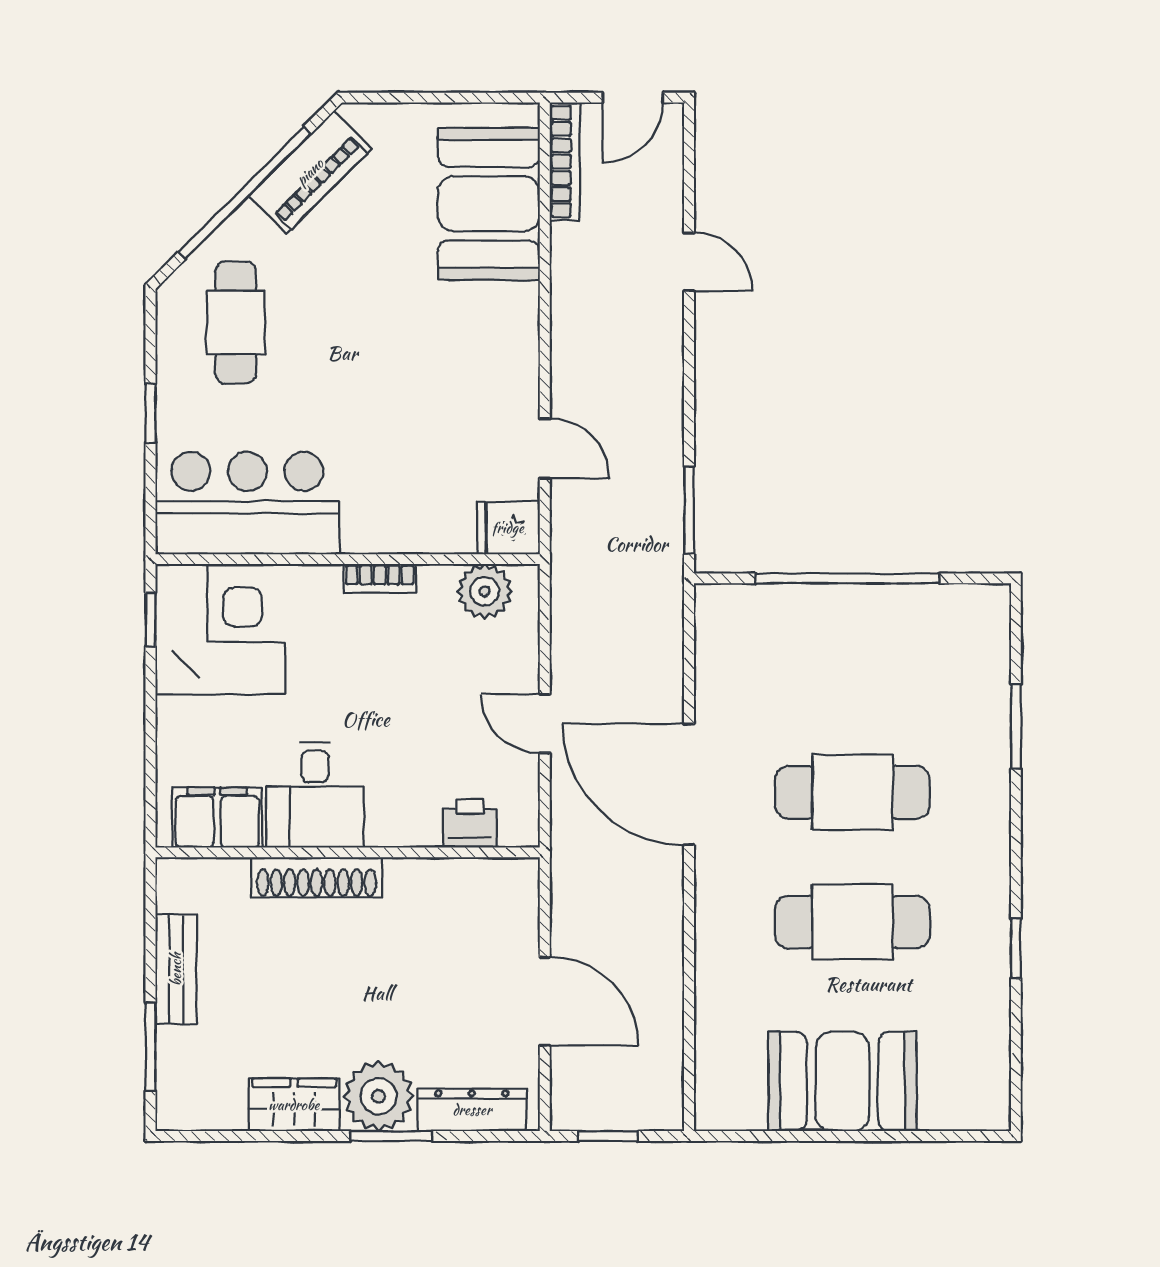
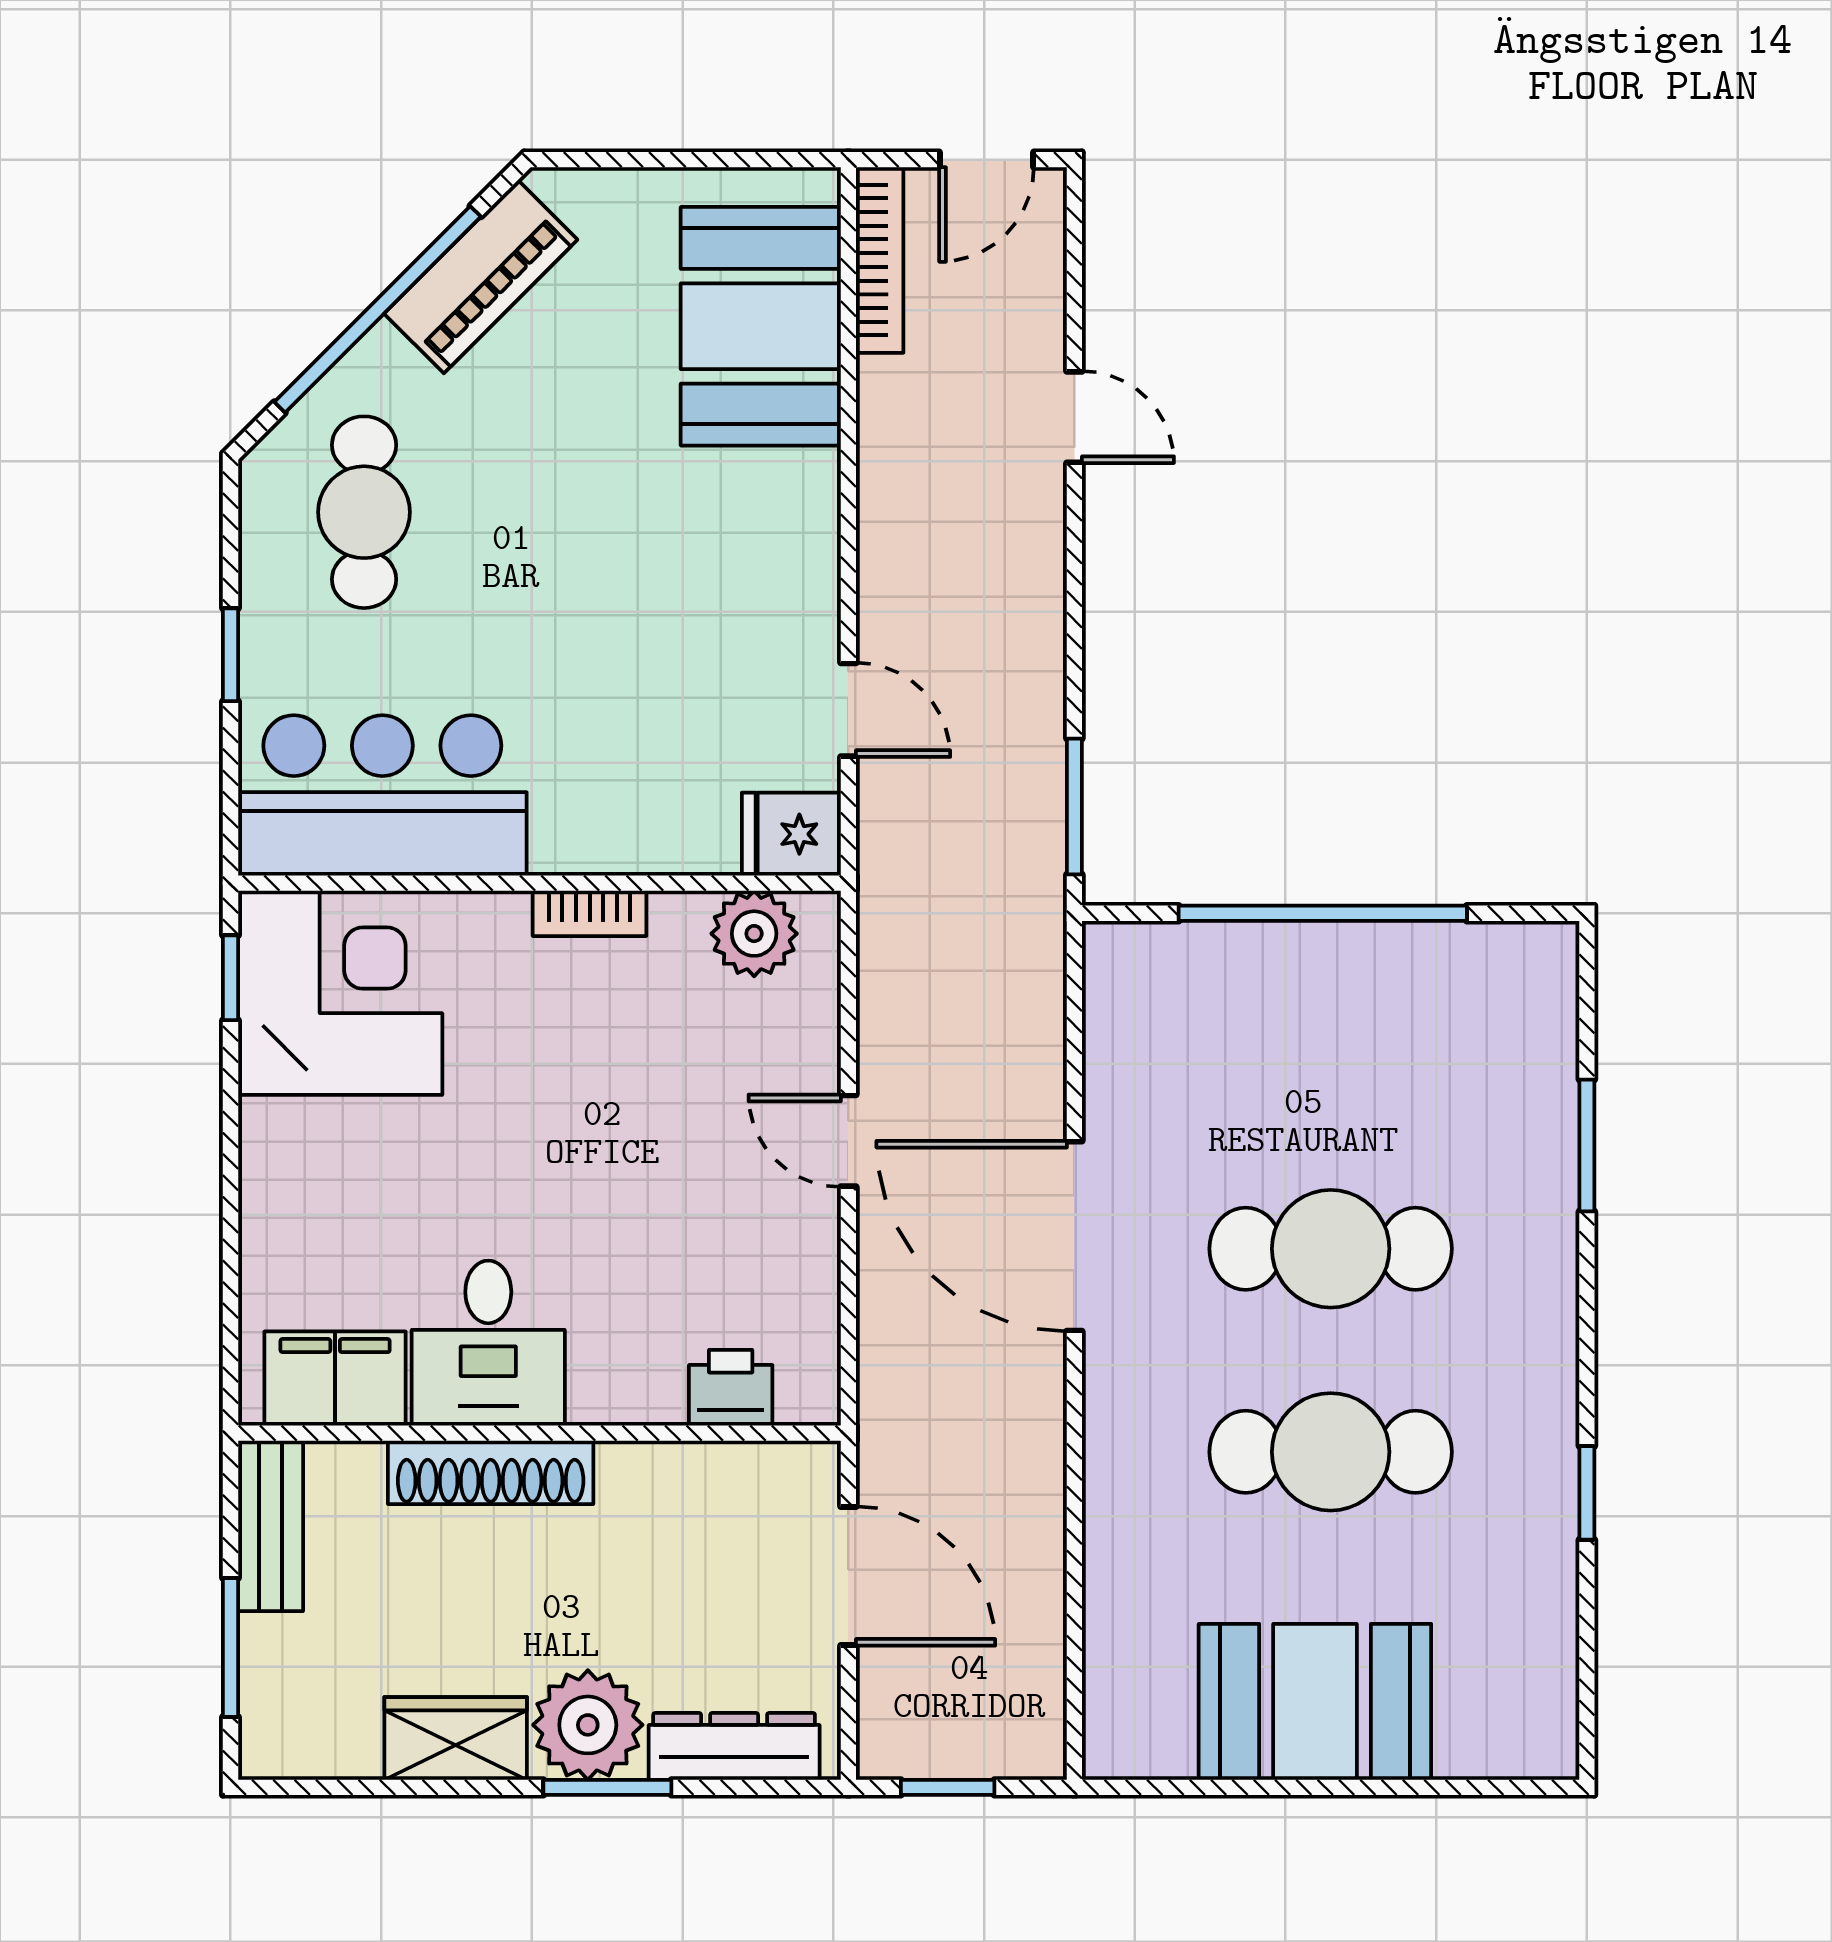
desk: (315, 795) -> (488, 1343), moved
filing cabinet: (217, 818) -> (335, 1379), moved
printer: (470, 823) -> (731, 1388), moved
wall: (348, 852) -> (539, 1433), moved
shoe rack: (316, 877) -> (491, 1472), moved

